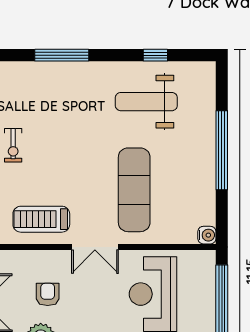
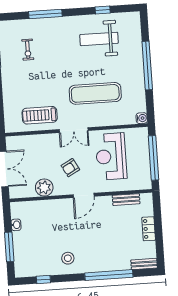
exercise bike: (13, 145) -> (28, 50), moved
exercise mat: (134, 190) -> (95, 93), turned 90
armchair: (48, 294) -> (70, 168), moved, turned -119

